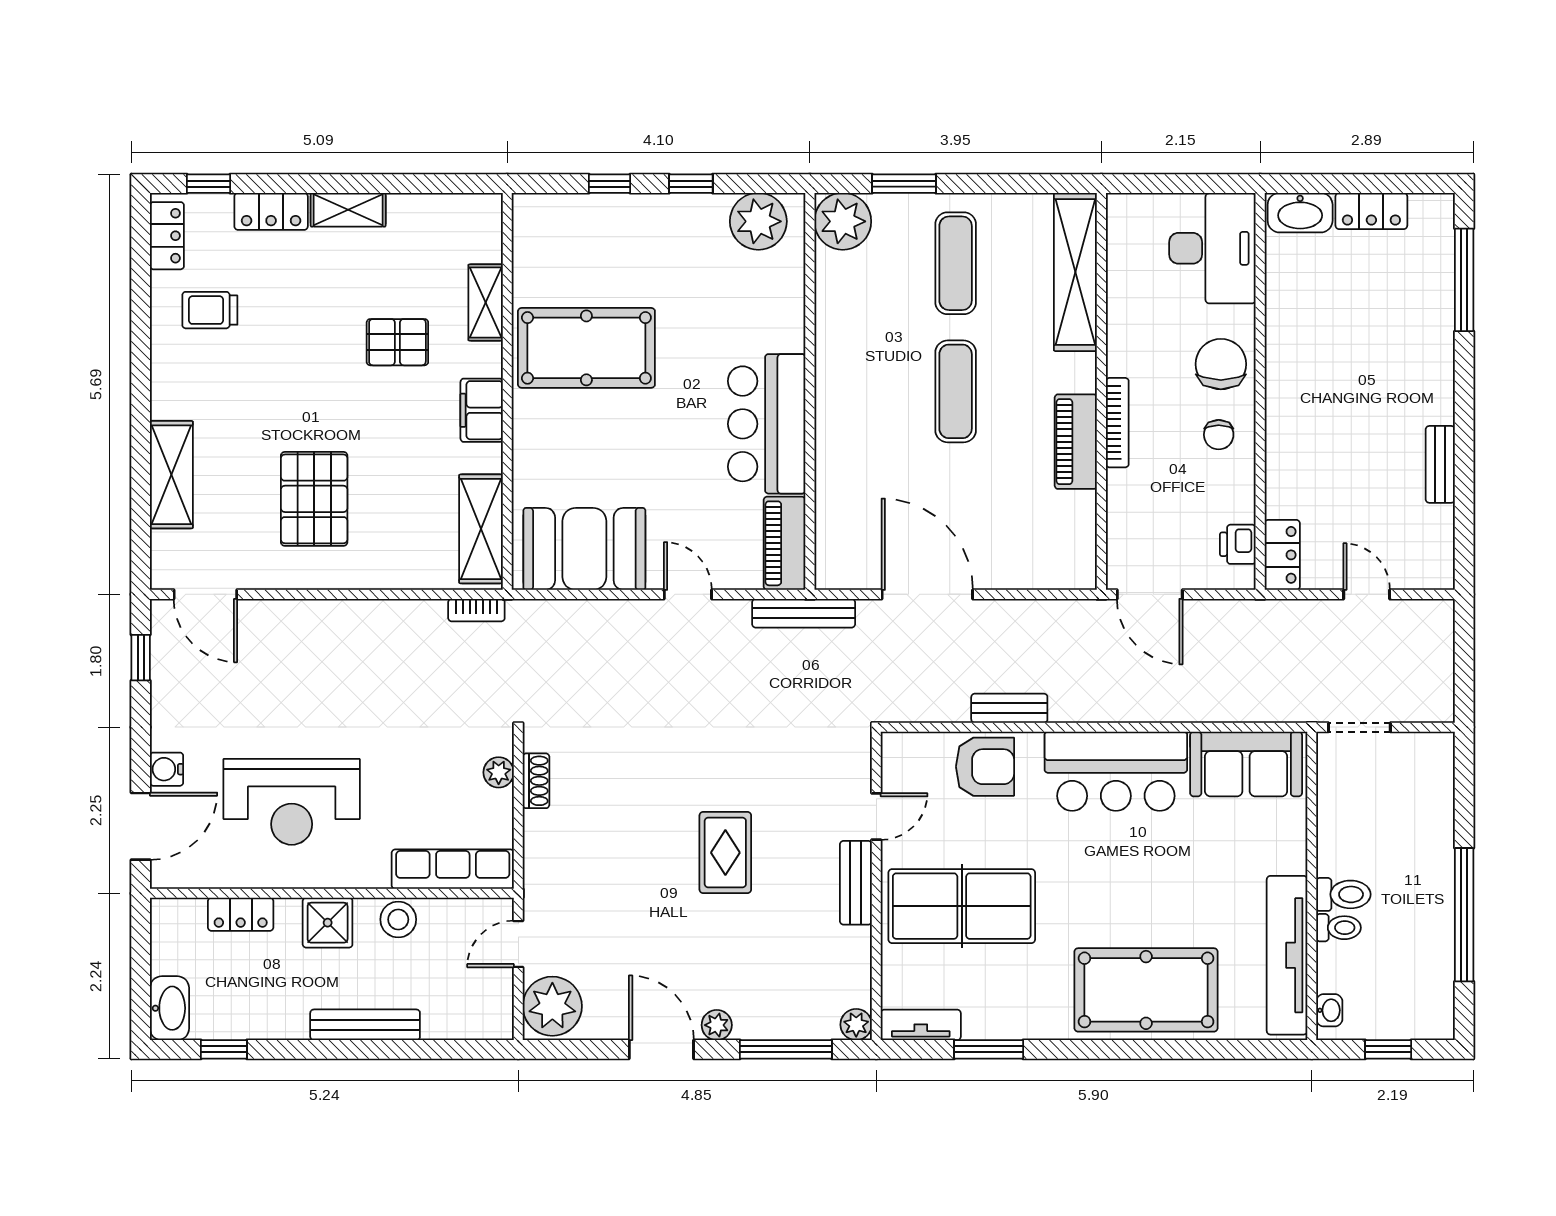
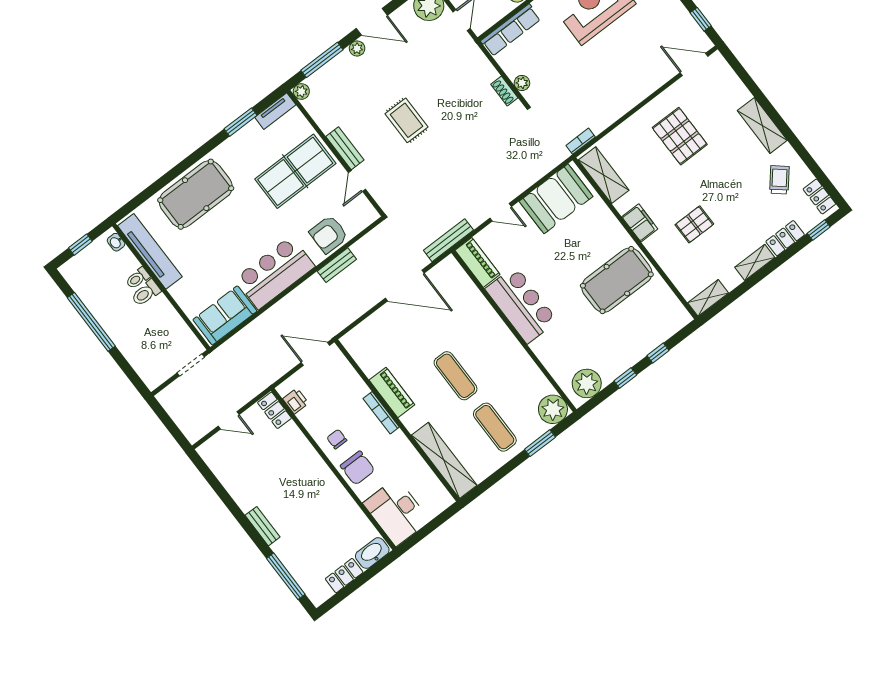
shelving: (486, 302) -> (708, 298), moved, turned 90
trolley: (210, 310) -> (779, 180), turned -50
bench: (1440, 464) -> (263, 526), moved
shelving: (171, 475) -> (762, 125), moved

